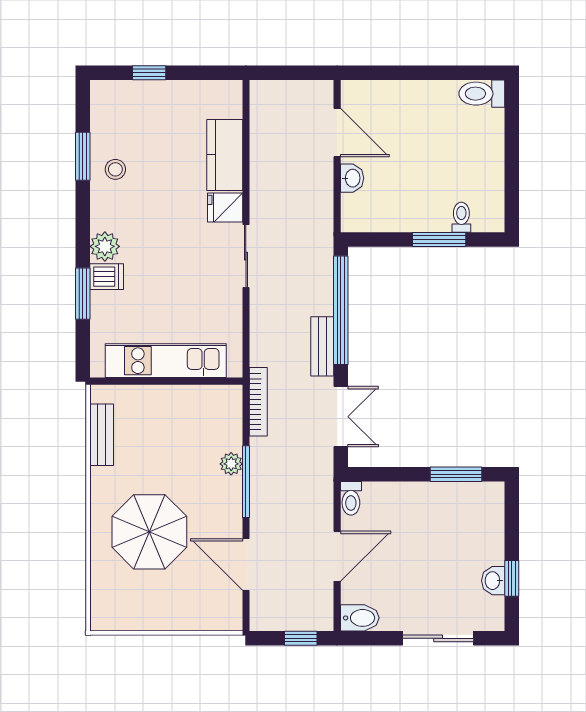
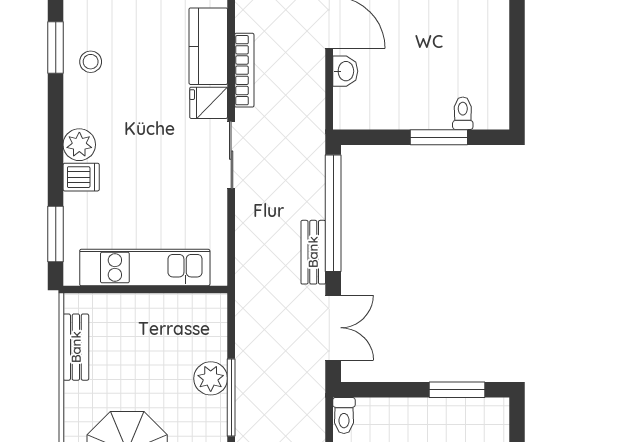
window: (83, 294) -> (56, 234), moved
bookcase: (258, 402) -> (244, 70), moved
plant: (231, 464) -> (211, 378), width x1.38, depth x1.38

